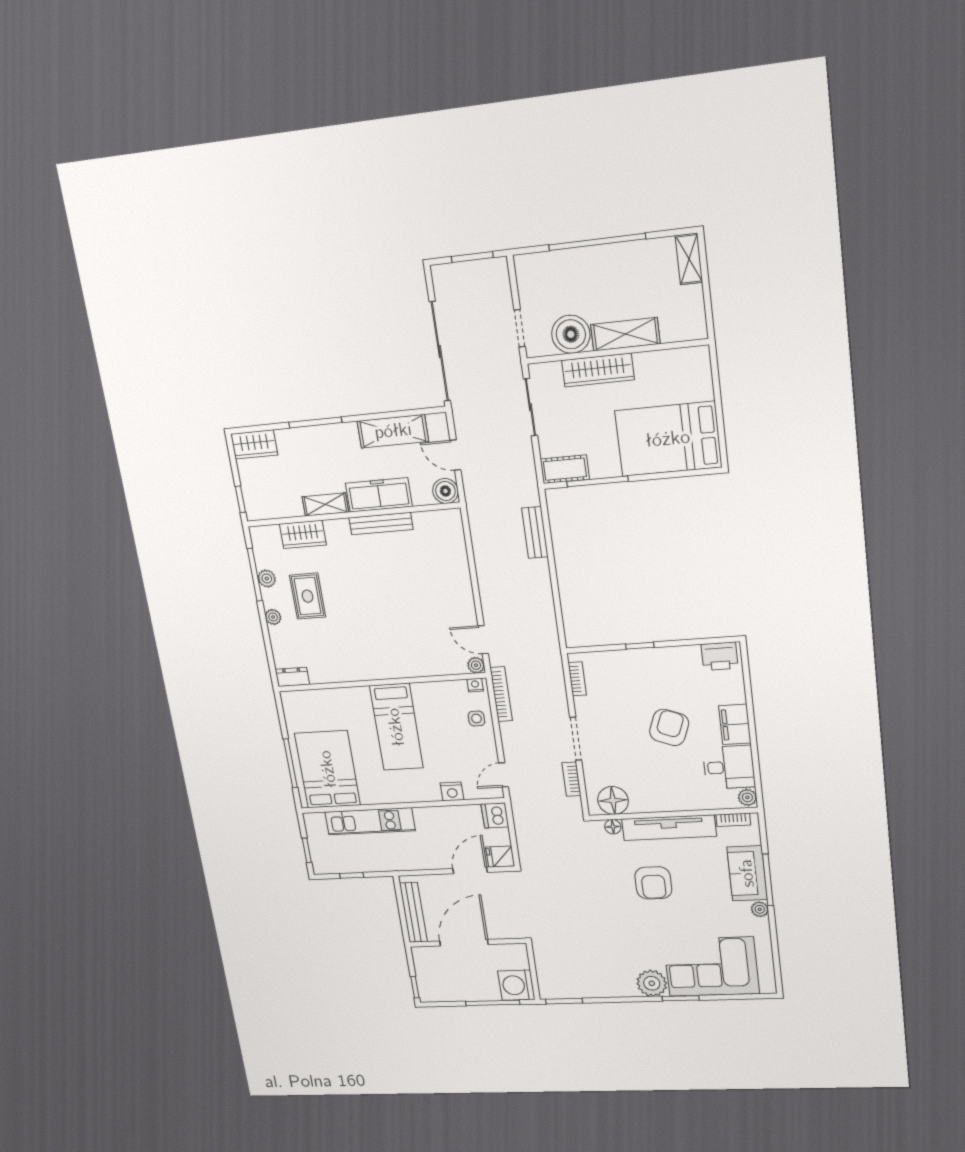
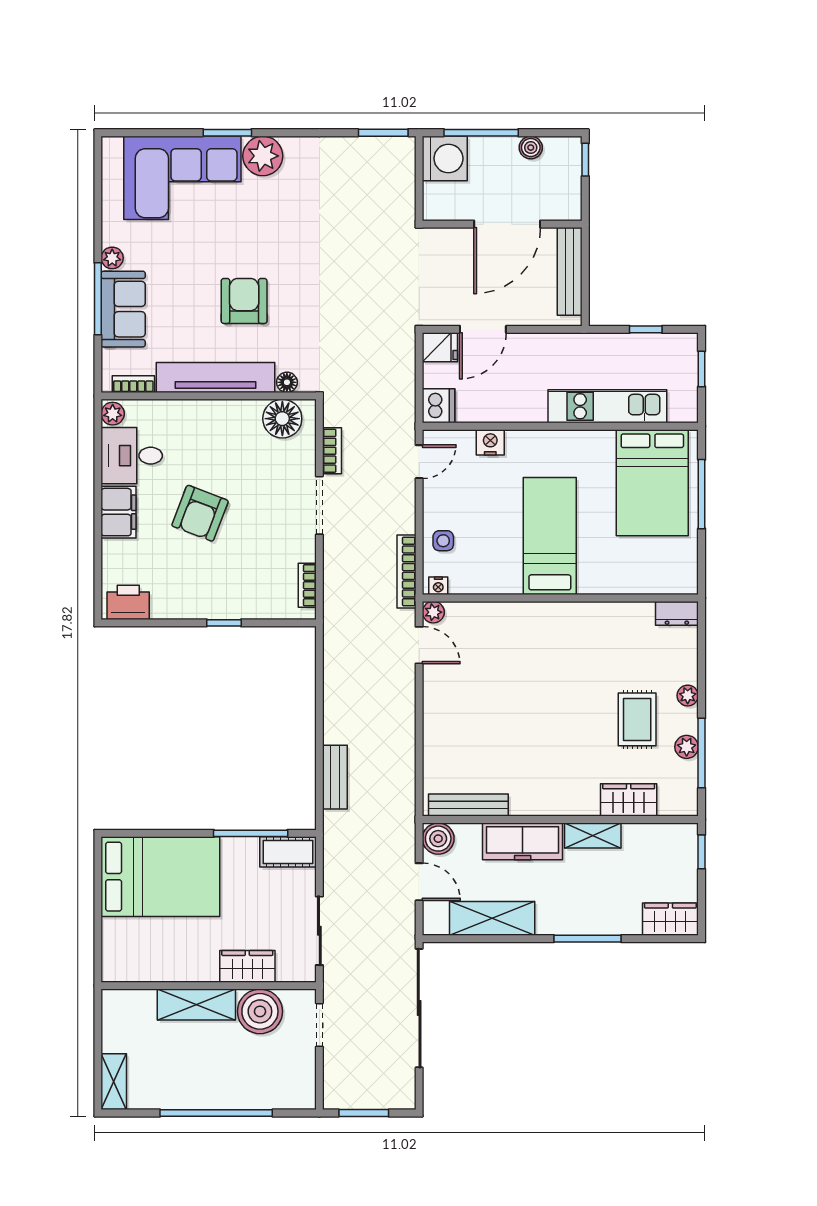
wardrobe: (598, 370) -> (247, 966), width x0.67
bench: (381, 524) -> (468, 805), moved
boiler: (455, 994) -> (531, 148), added

